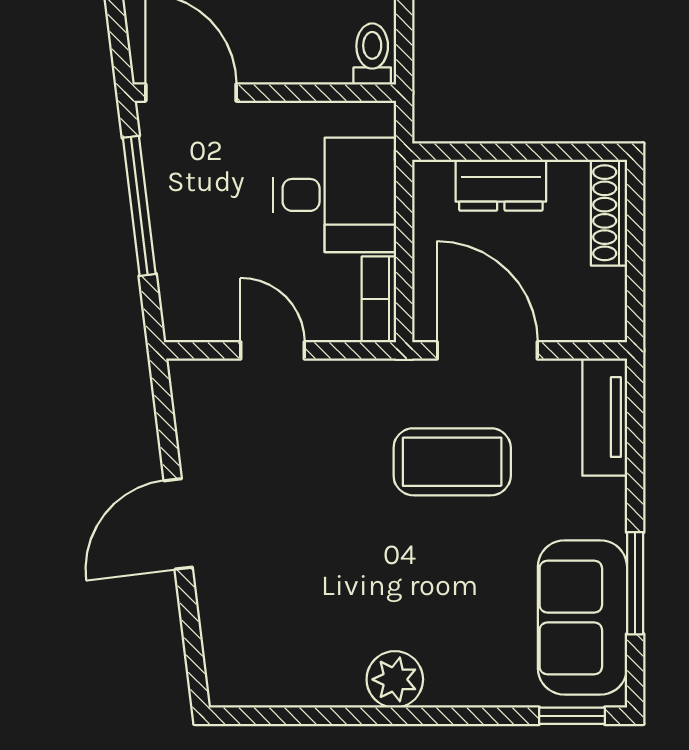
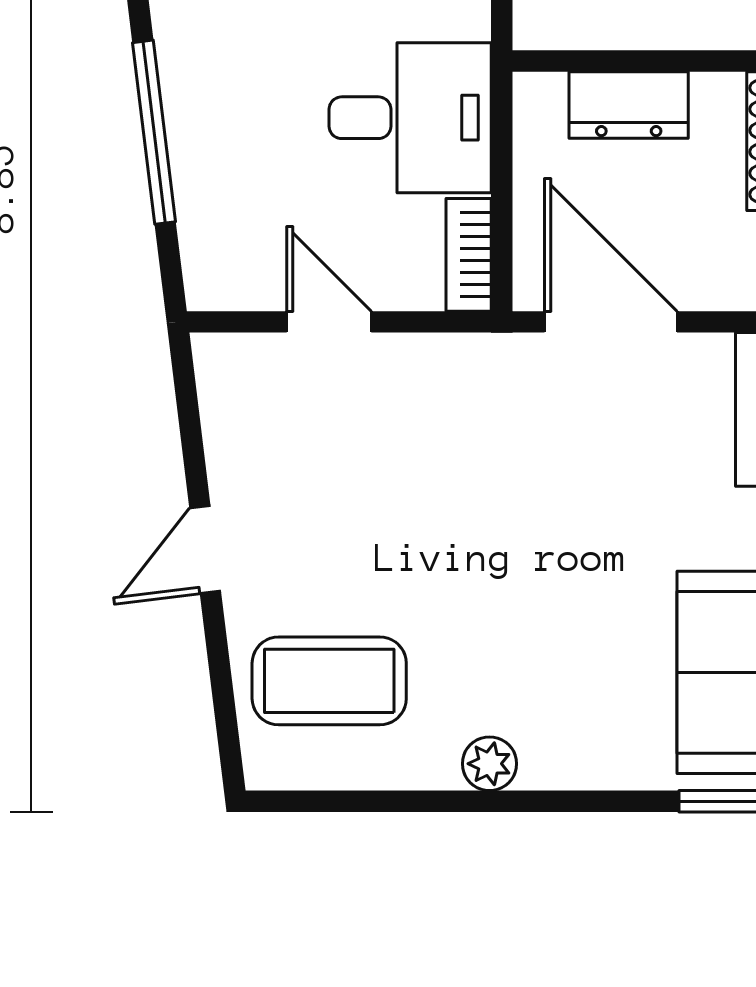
coffee table: (452, 462) -> (329, 681), moved
door: (178, 524) -> (205, 550), width x0.73
plant: (395, 679) -> (489, 764), width x0.73, depth x0.73

